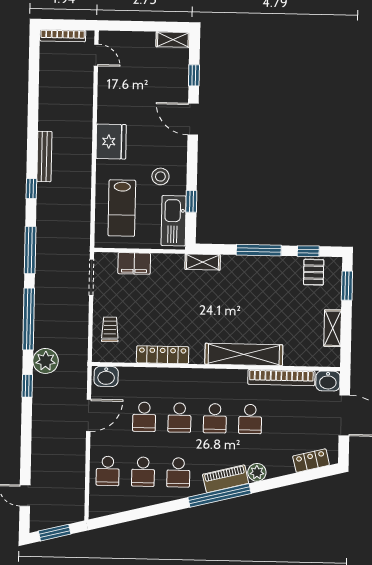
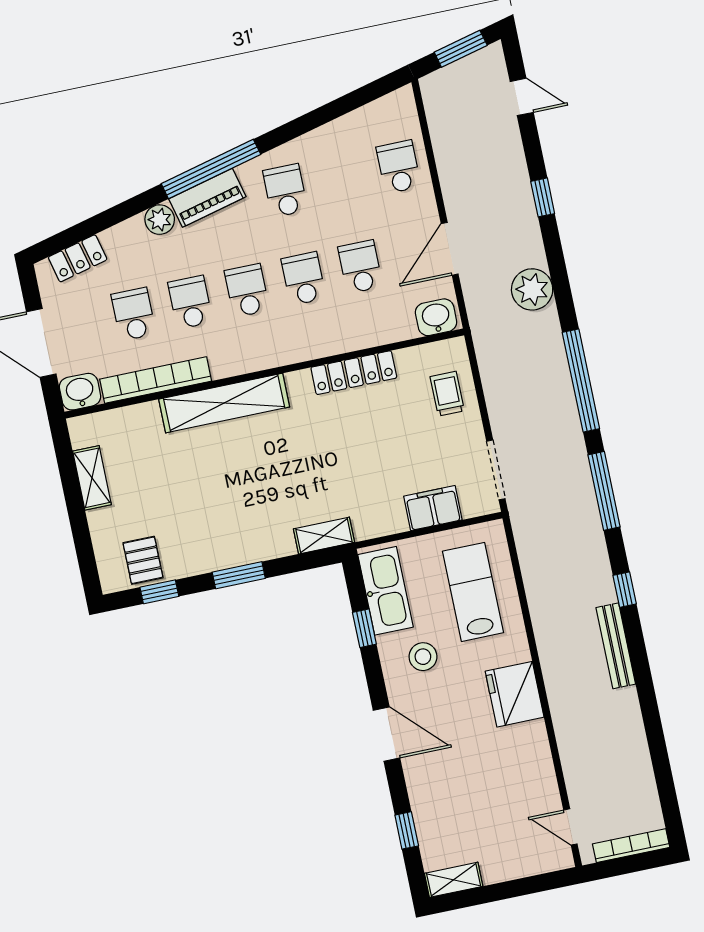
door: (193, 119) -> (387, 734), moved
window: (259, 250) -> (239, 575), width x0.69
window: (347, 286) -> (85, 551), removed
trolley: (110, 329) -> (447, 394), turned 180
plant: (46, 361) -> (532, 289), moved
window: (27, 386) -> (543, 197), moved
school desk: (143, 472) -> (134, 314), moved

